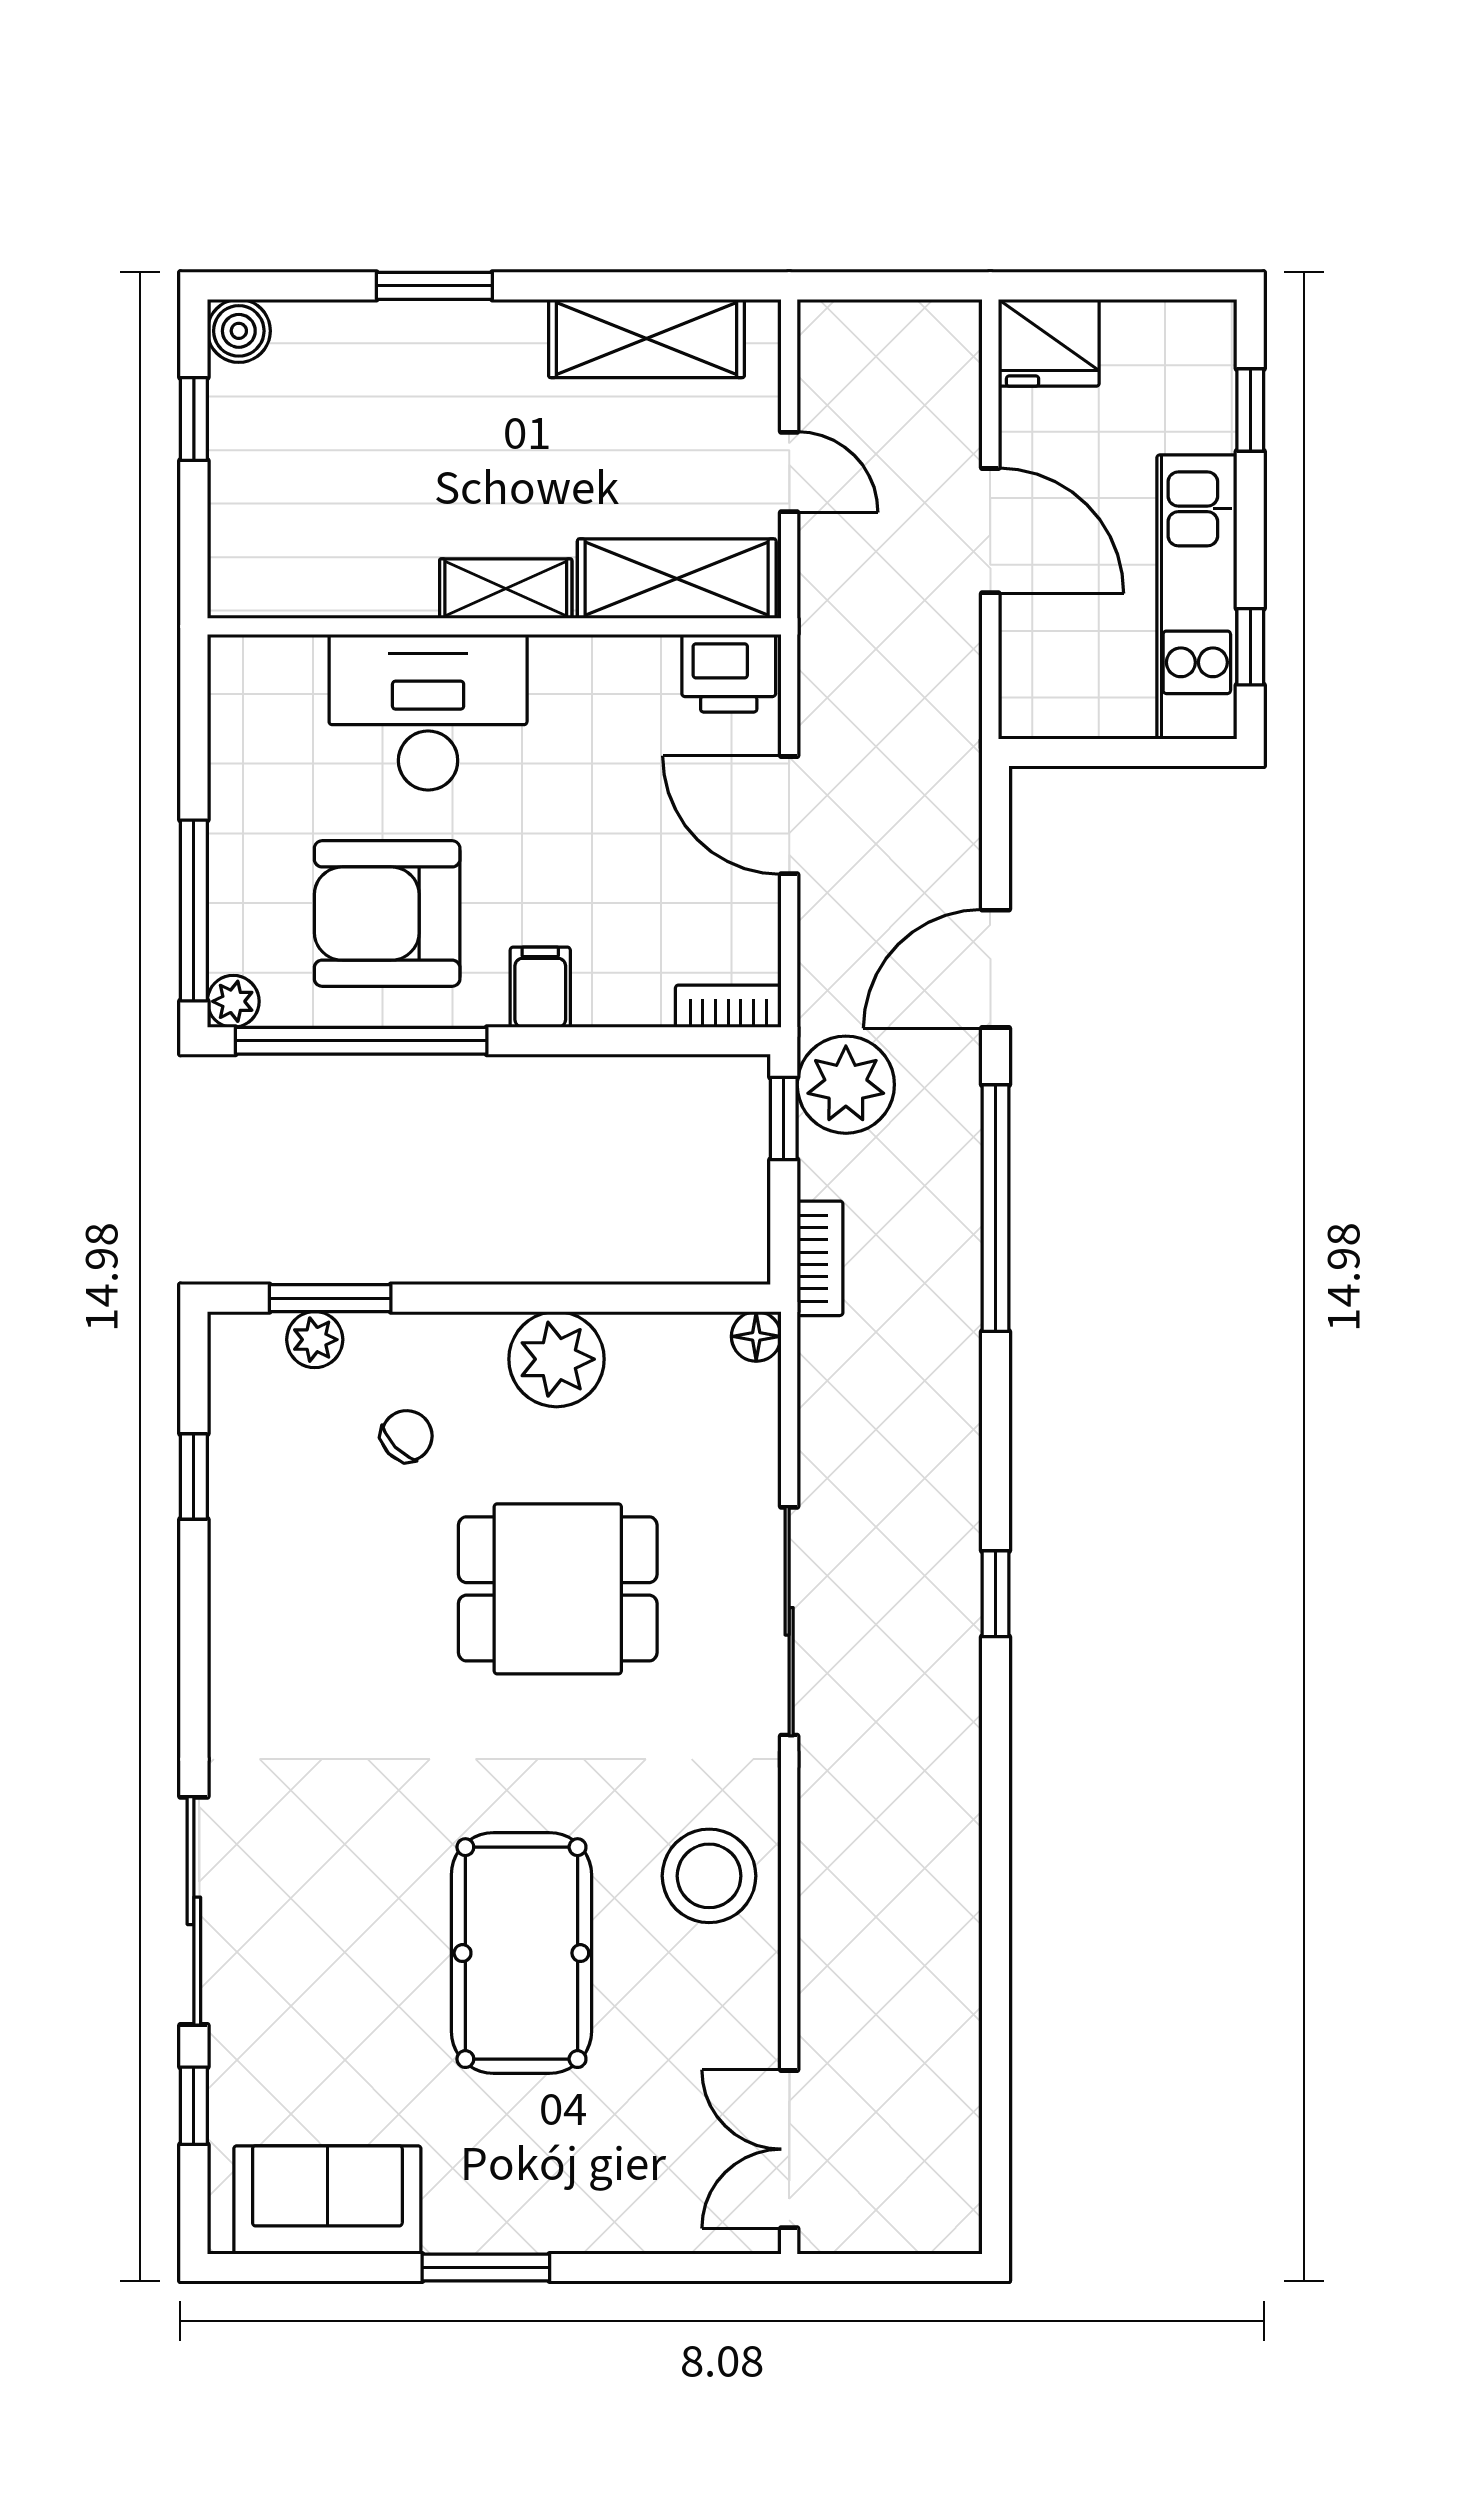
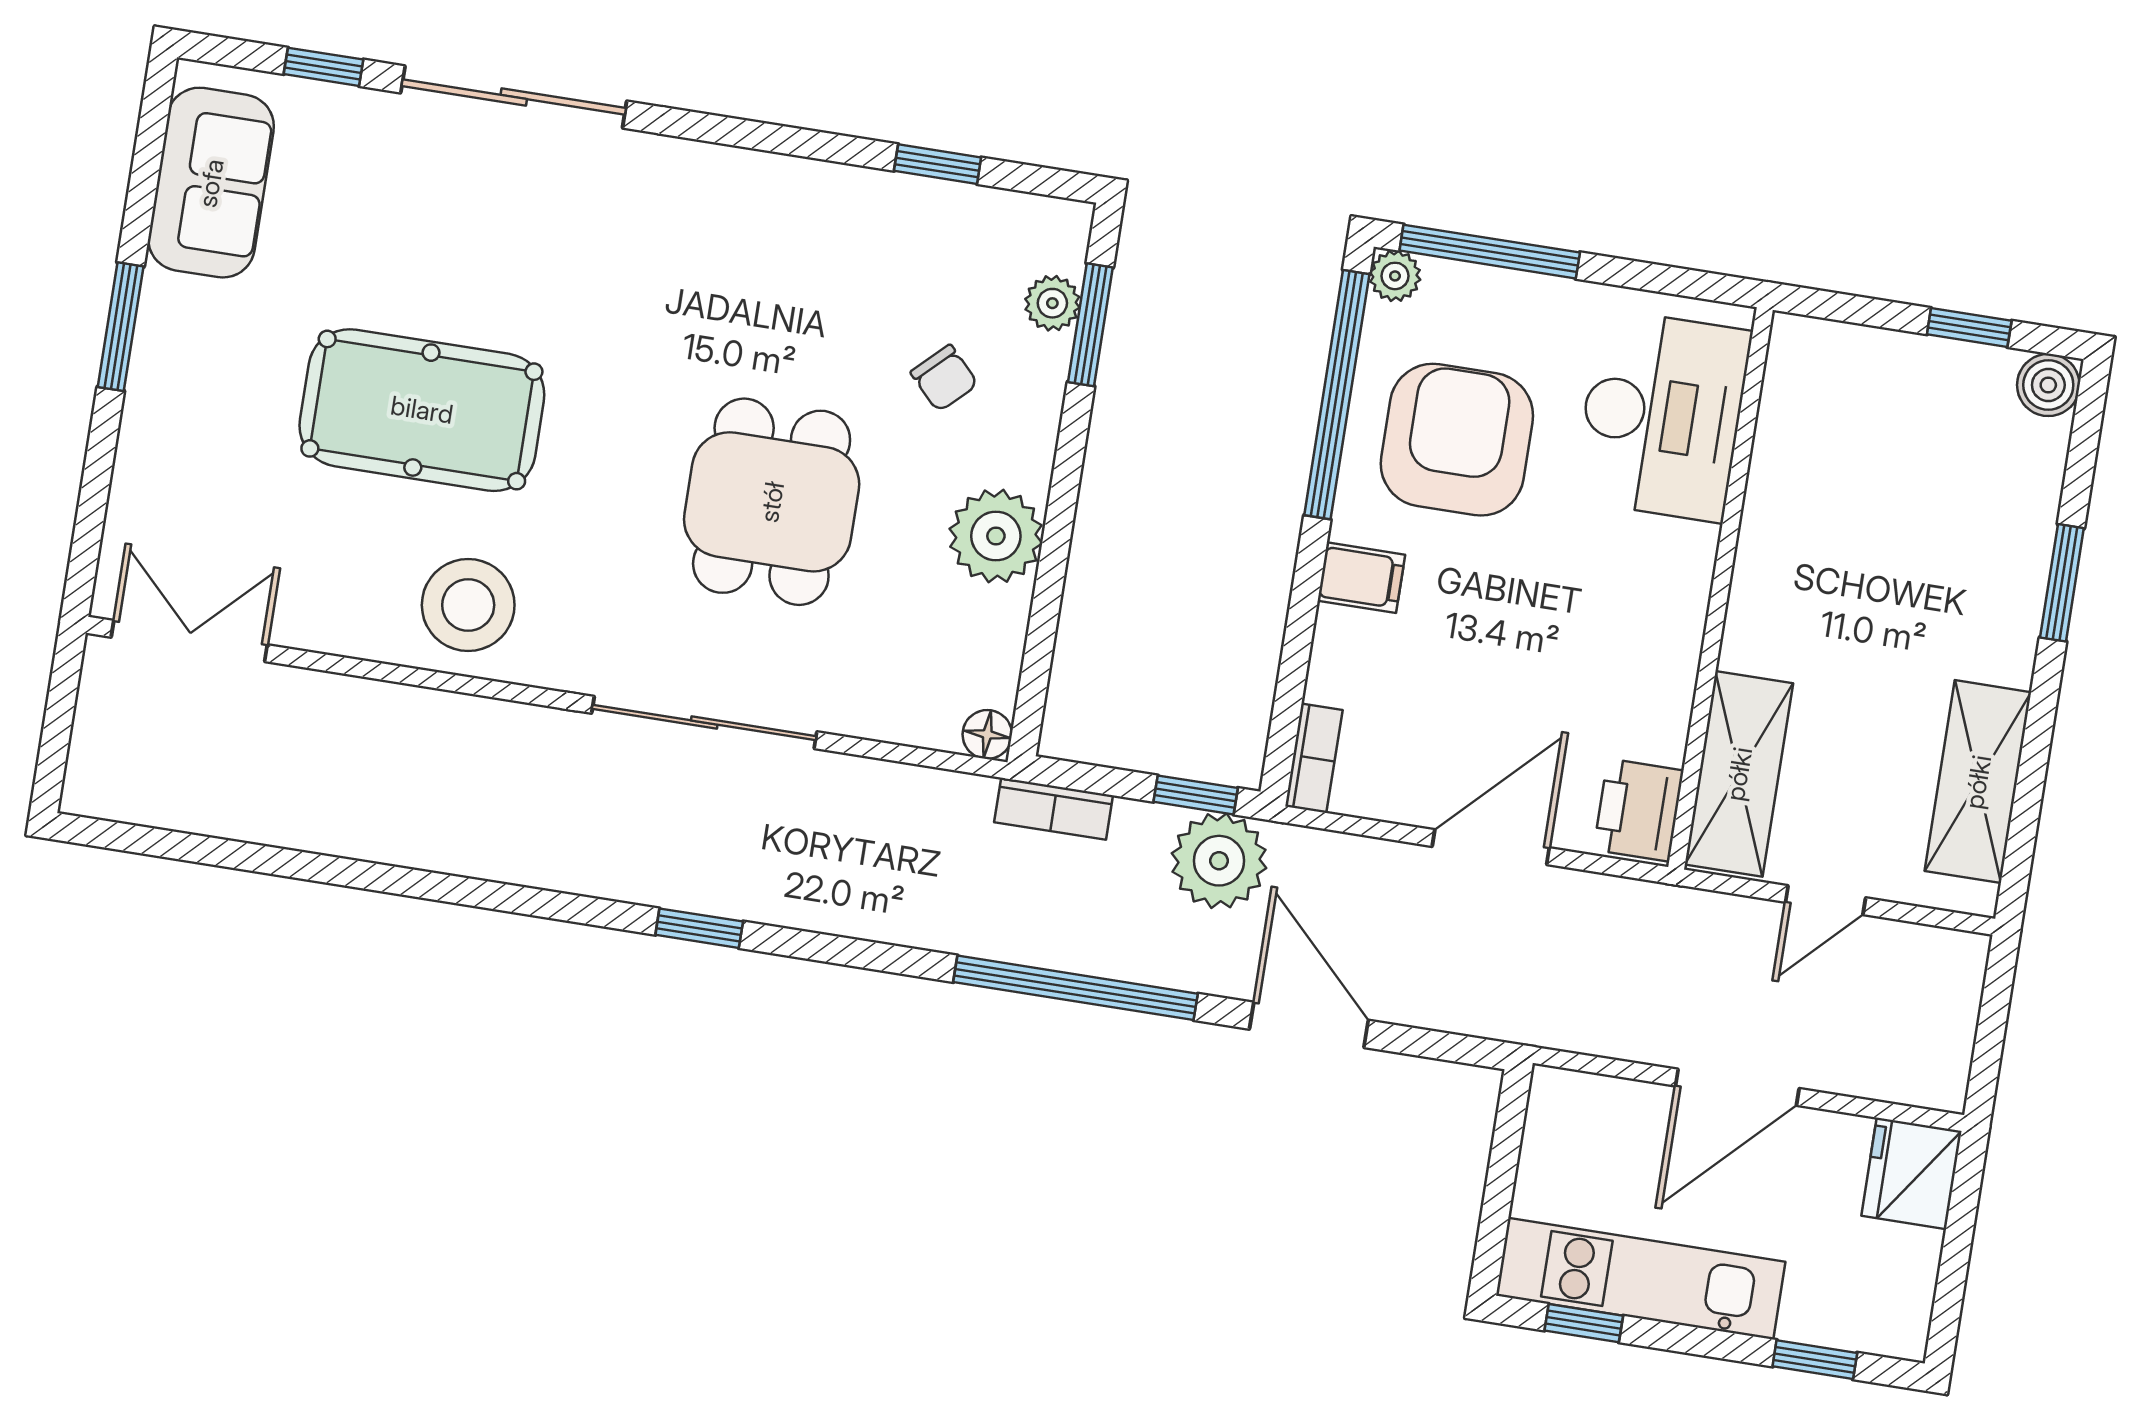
shelving: (506, 589) -> (1756, 606), removed
desk: (428, 712) -> (1662, 416), moved

